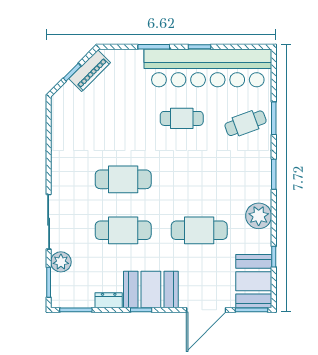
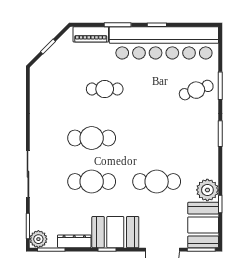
piano: (90, 71) -> (91, 34), moved, turned 45
cafe table: (182, 118) -> (105, 89), moved
plant: (259, 216) -> (207, 190), moved
plant: (61, 262) -> (38, 239), moved
dresser: (109, 300) -> (74, 241), width x1.44

